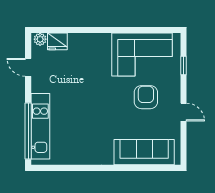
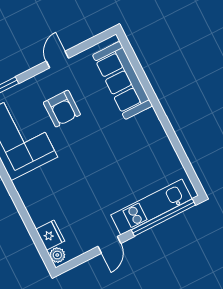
door: (28, 67) -> (109, 245), moved
armchair: (146, 97) -> (62, 109), turned -90

